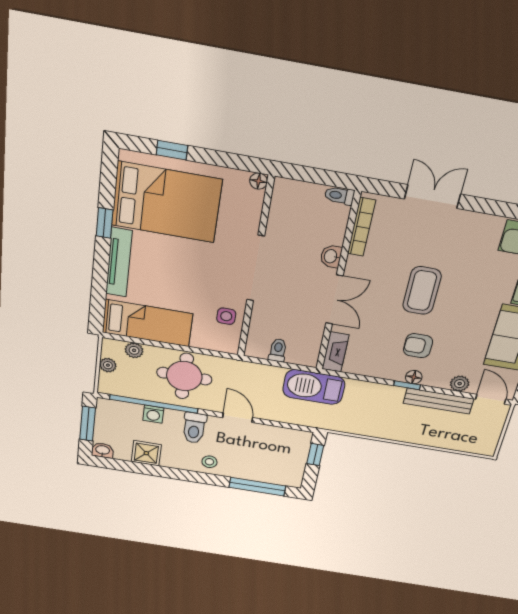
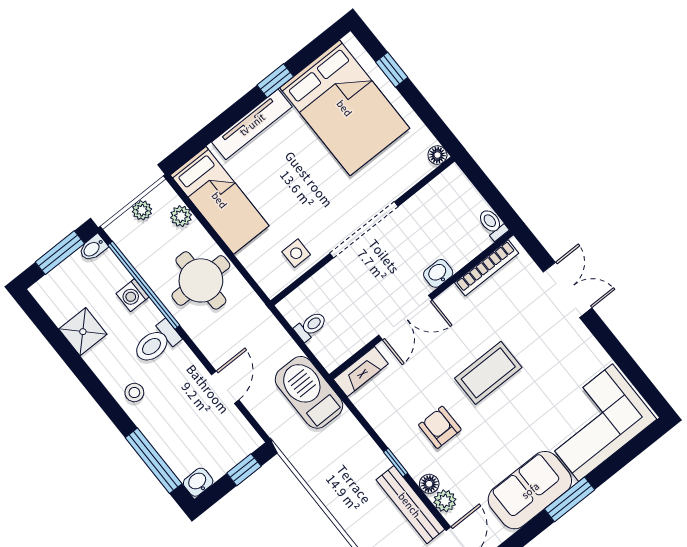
floor lamp: (414, 377) -> (429, 484), moved
bidet: (103, 407) -> (93, 248), added
door: (238, 418) -> (225, 387), moved
washbasin: (103, 450) -> (198, 482), moved, turned -90

